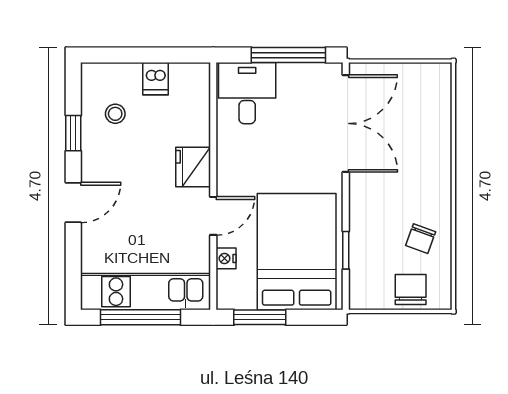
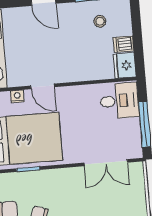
double door: (346, 123) -> (106, 163), width x0.73
fridge: (193, 167) -> (125, 65), moved, turned -90

